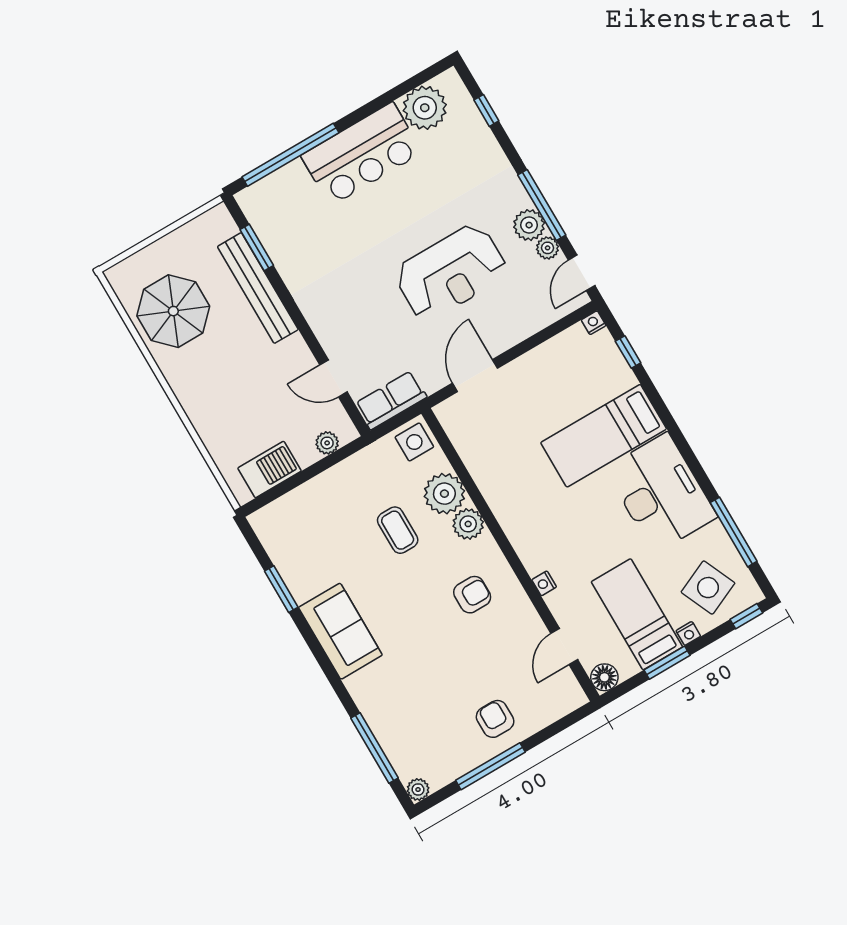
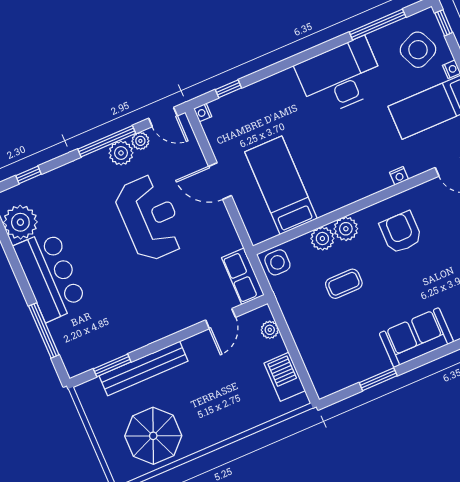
window: (290, 155) -> (44, 330), width x0.68
door: (475, 376) -> (220, 181), moved
bed: (604, 436) -> (281, 185), moved, turned 180
plant: (444, 494) -> (322, 239), width x0.73, depth x0.73
armchair: (472, 595) -> (401, 232), width x1.38, depth x1.38

